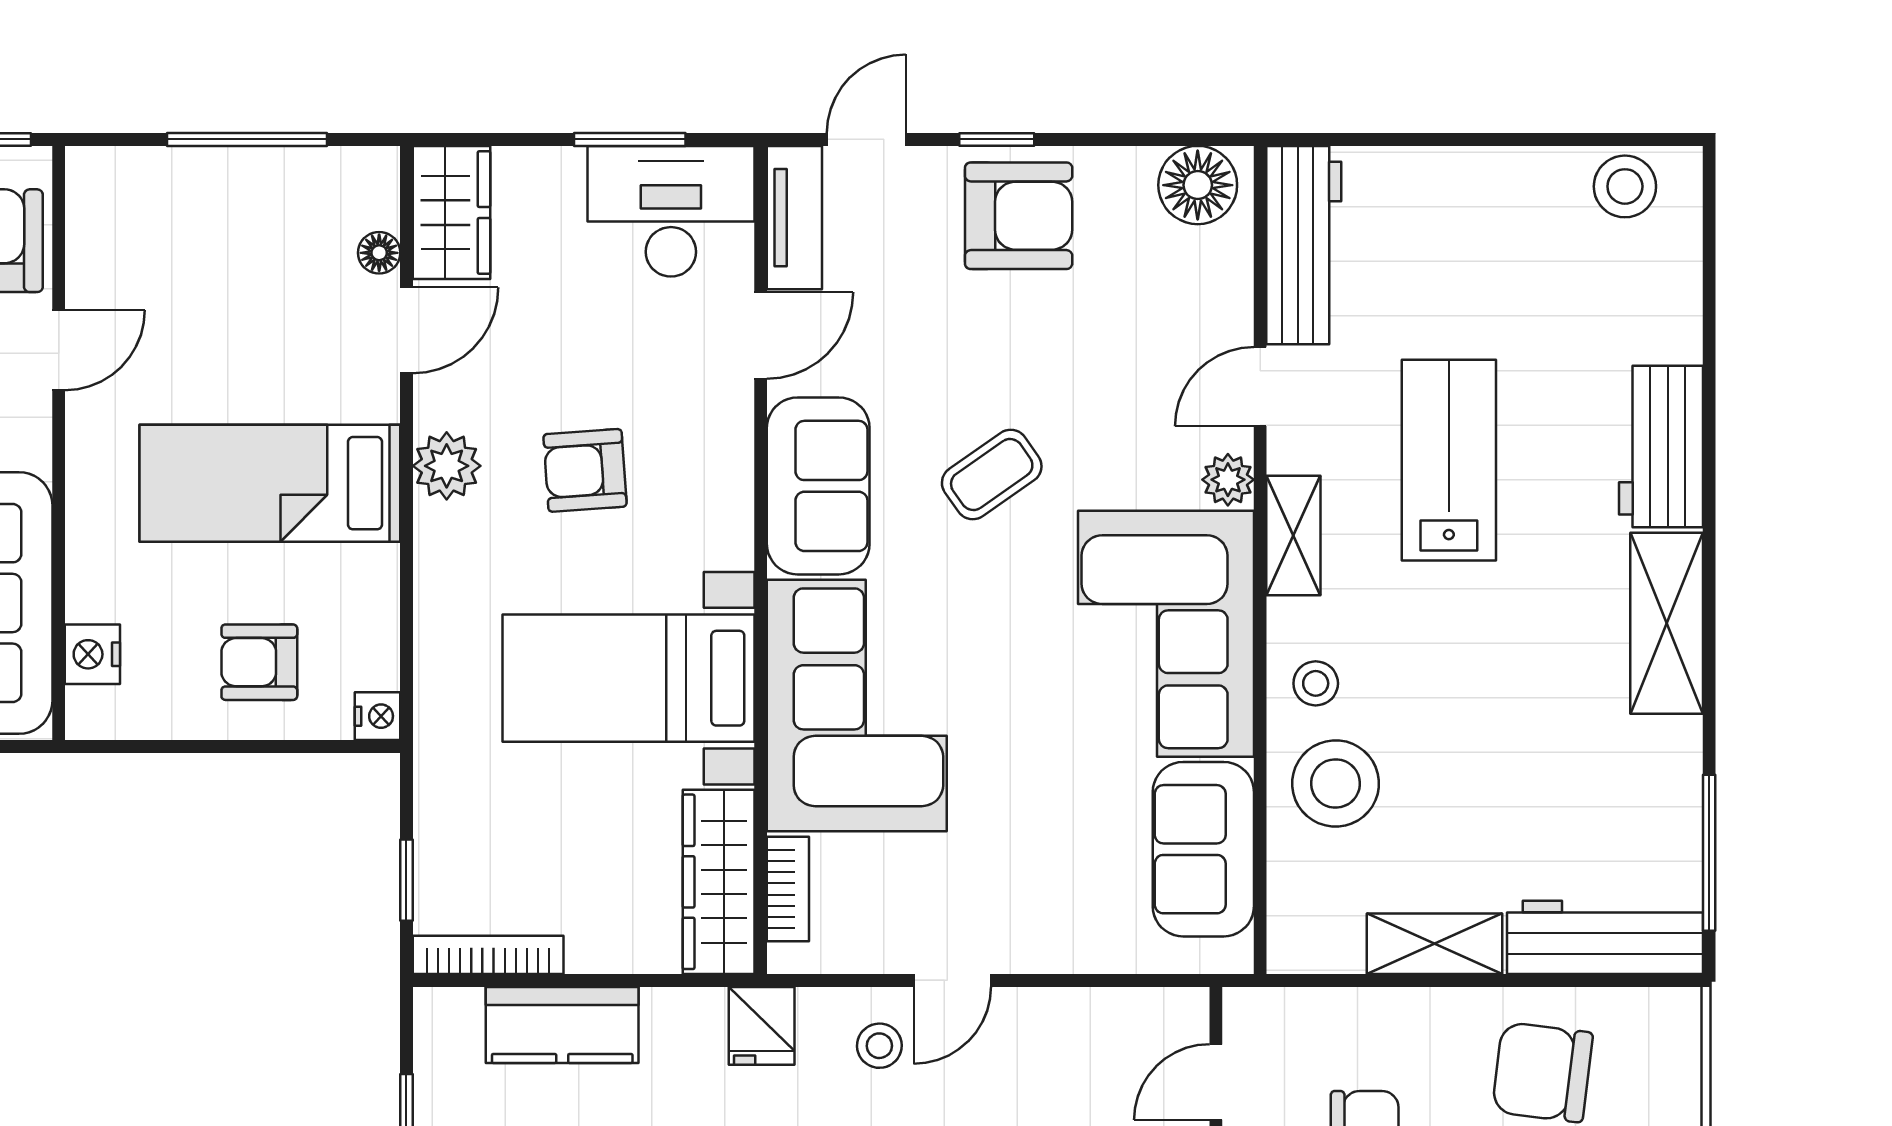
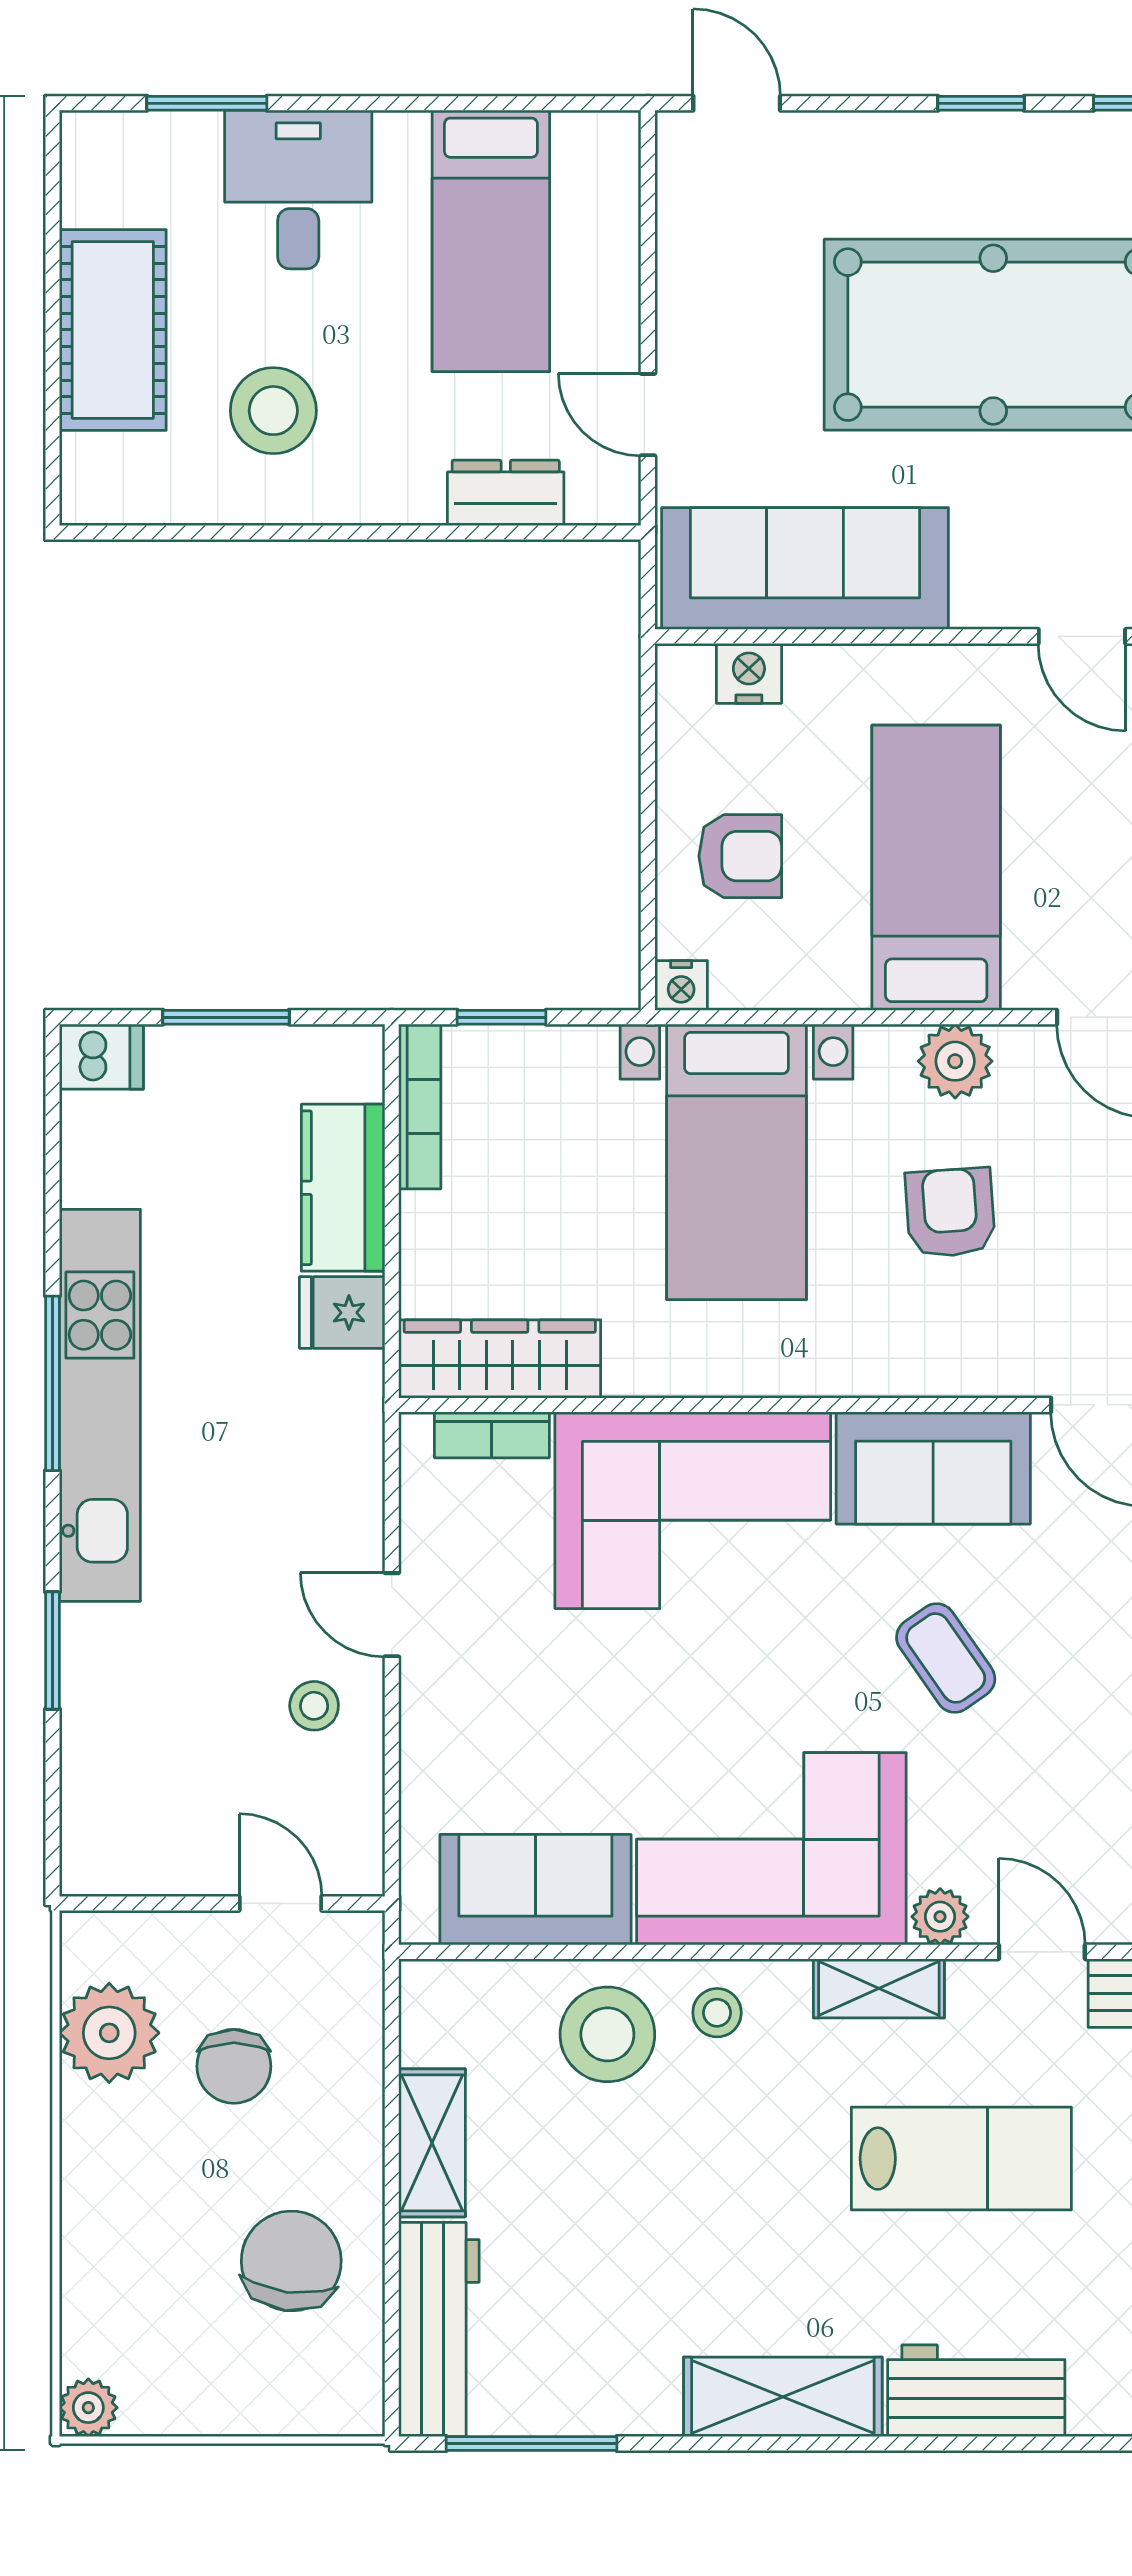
armchair: (259, 662) -> (740, 856), turned 90
bed with nightstands: (628, 678) -> (737, 1162), moved, turned 180
fridge: (762, 1026) -> (342, 1313), moved
stool: (879, 1046) -> (314, 1706), moved

